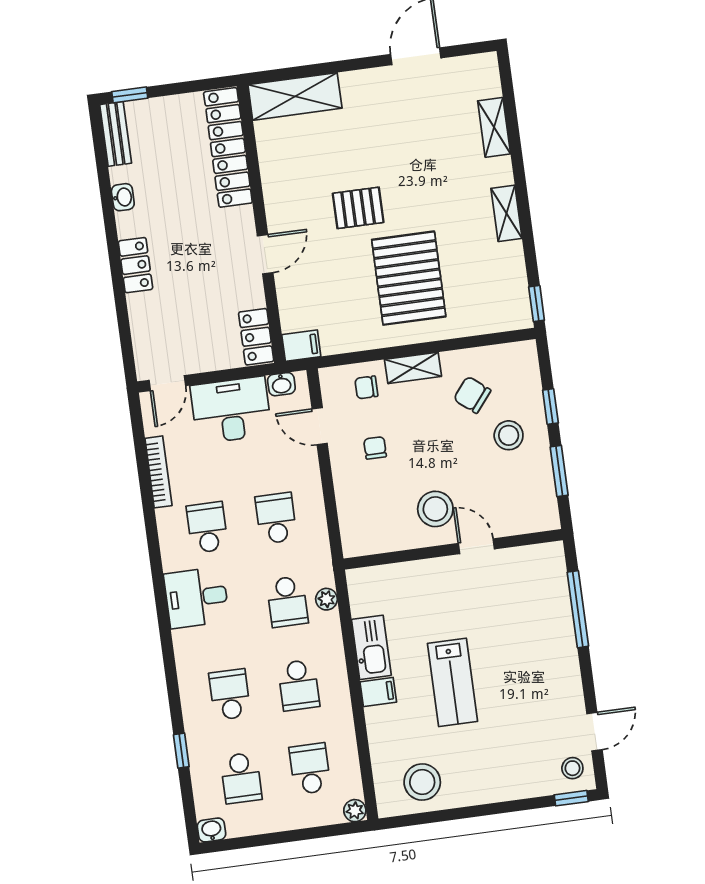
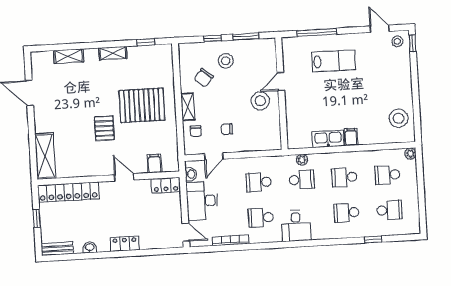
window: (130, 95) -> (37, 218), moved
window: (537, 304) -> (146, 42), moved
filing cabinet: (301, 346) -> (155, 164), moved
lab bench: (453, 682) -> (334, 61), moved
school desk: (299, 685) -> (344, 177), turned 180
washbasin: (211, 830) -> (415, 227), removed

